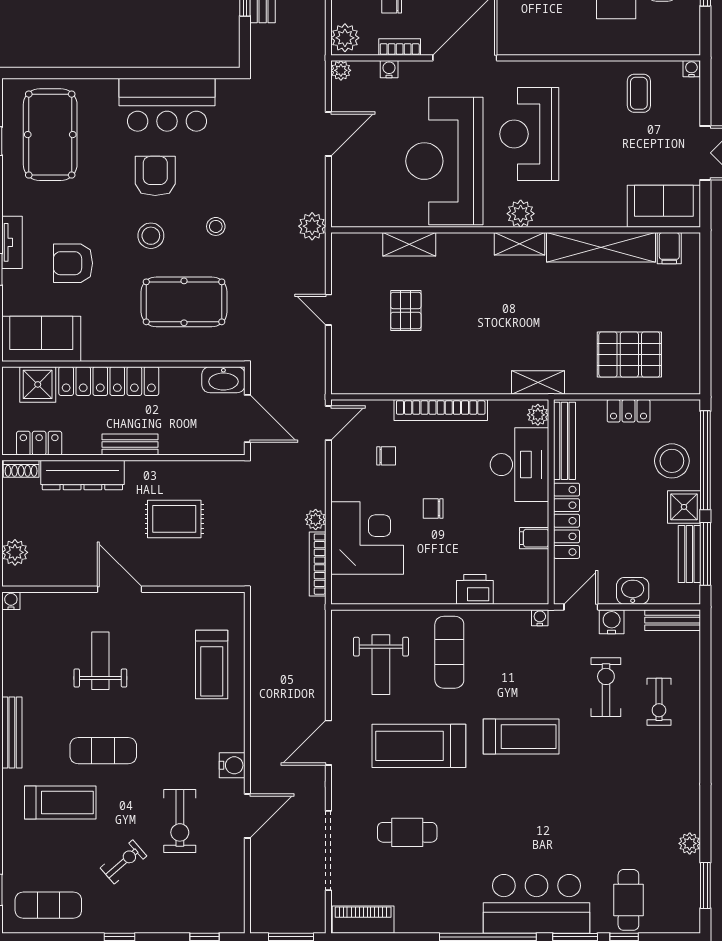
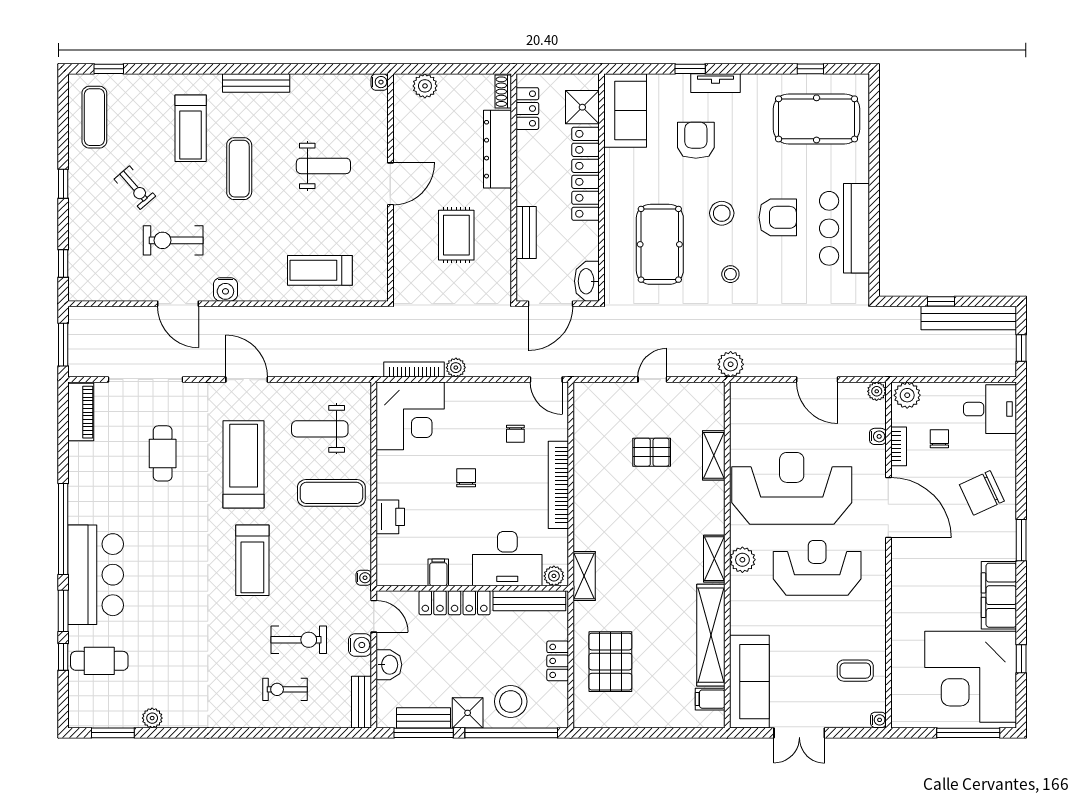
sofa: (664, 206) -> (749, 682), width x1.36
bench: (130, 444) -> (526, 233), moved
corner desk: (367, 538) -> (410, 416), moved

